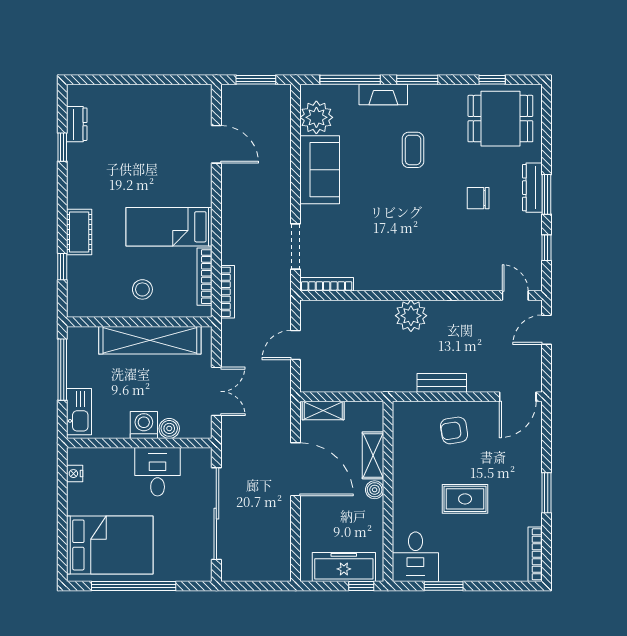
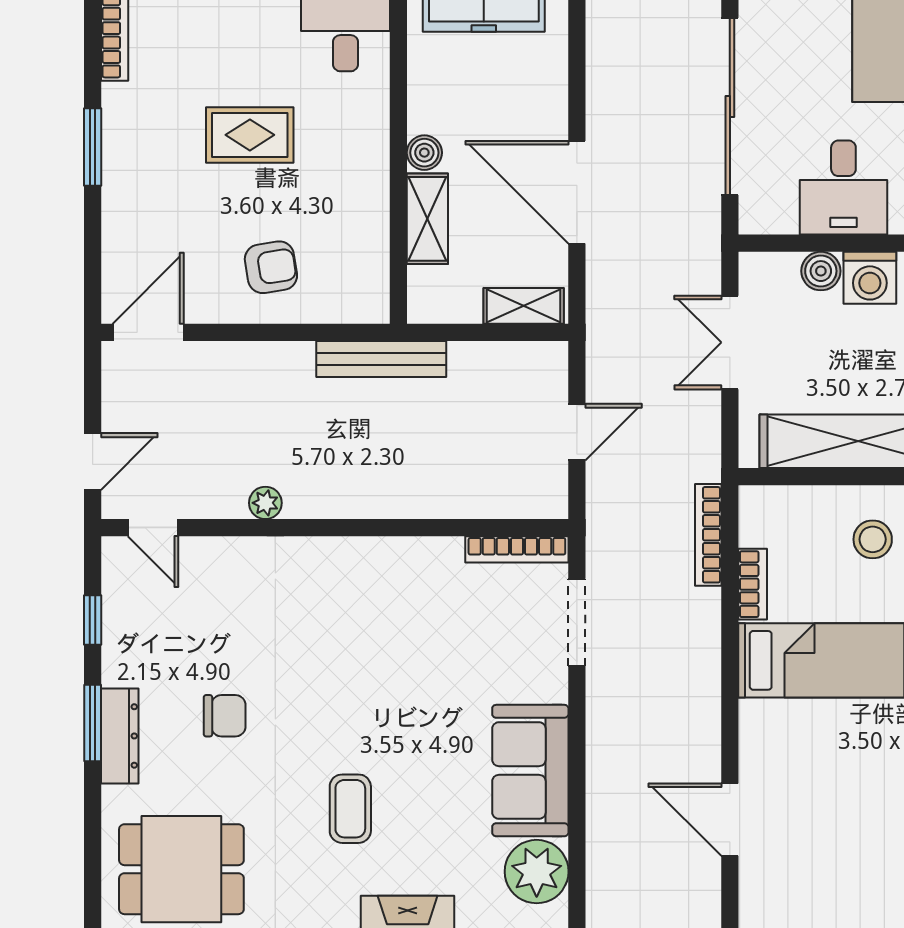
bookcase: (205, 277) -> (753, 584), width x0.64
plant: (411, 316) -> (265, 503), moved, width x0.53, depth x0.53
bench: (442, 383) -> (381, 359), moved, width x1.36

